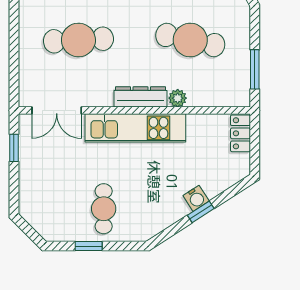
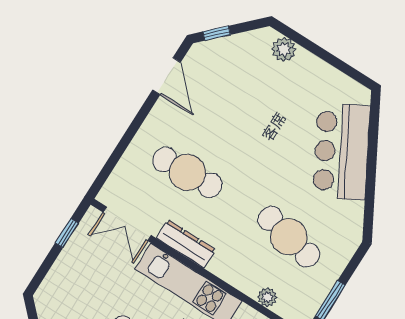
dresser: (140, 97) -> (186, 244), moved
plant: (178, 98) -> (267, 297), moved

